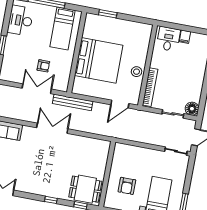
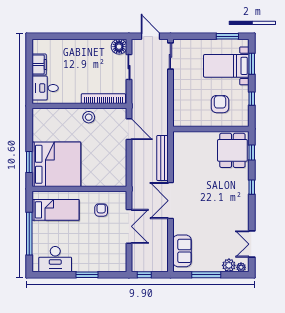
filing cabinet: (185, 37) -> (39, 64), width x2.00
bed: (99, 60) -> (56, 164), moved, turned 90
armchair: (43, 66) -> (101, 210), moved
double door: (37, 89) -> (129, 226), swing flipped
bench: (73, 102) -> (163, 158), moved
armchair: (127, 186) -> (220, 104), turned -90

